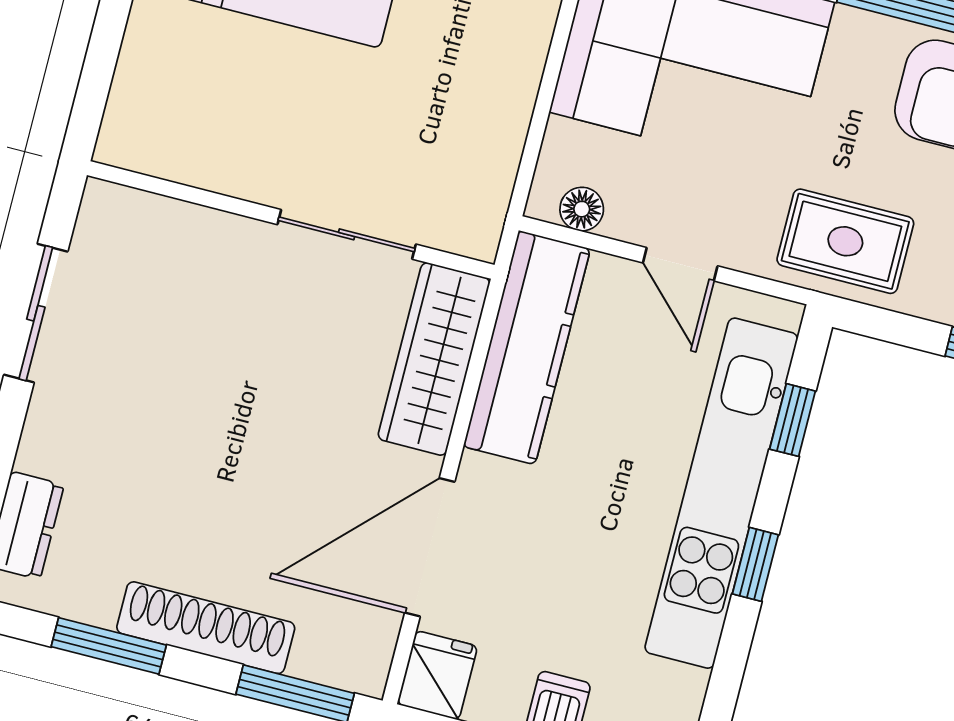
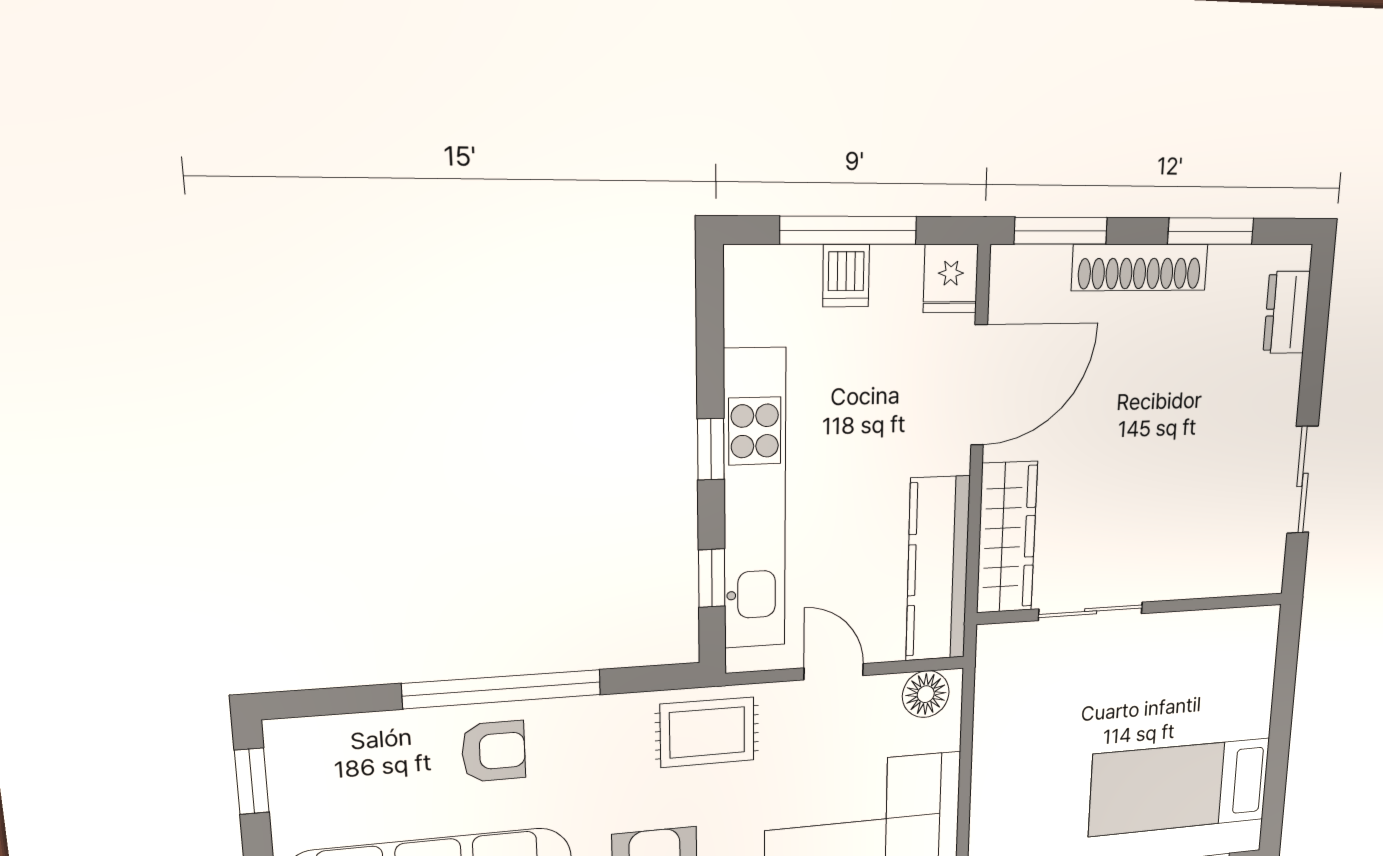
floor lamp: (582, 209) -> (926, 694), width x1.37, depth x1.37

